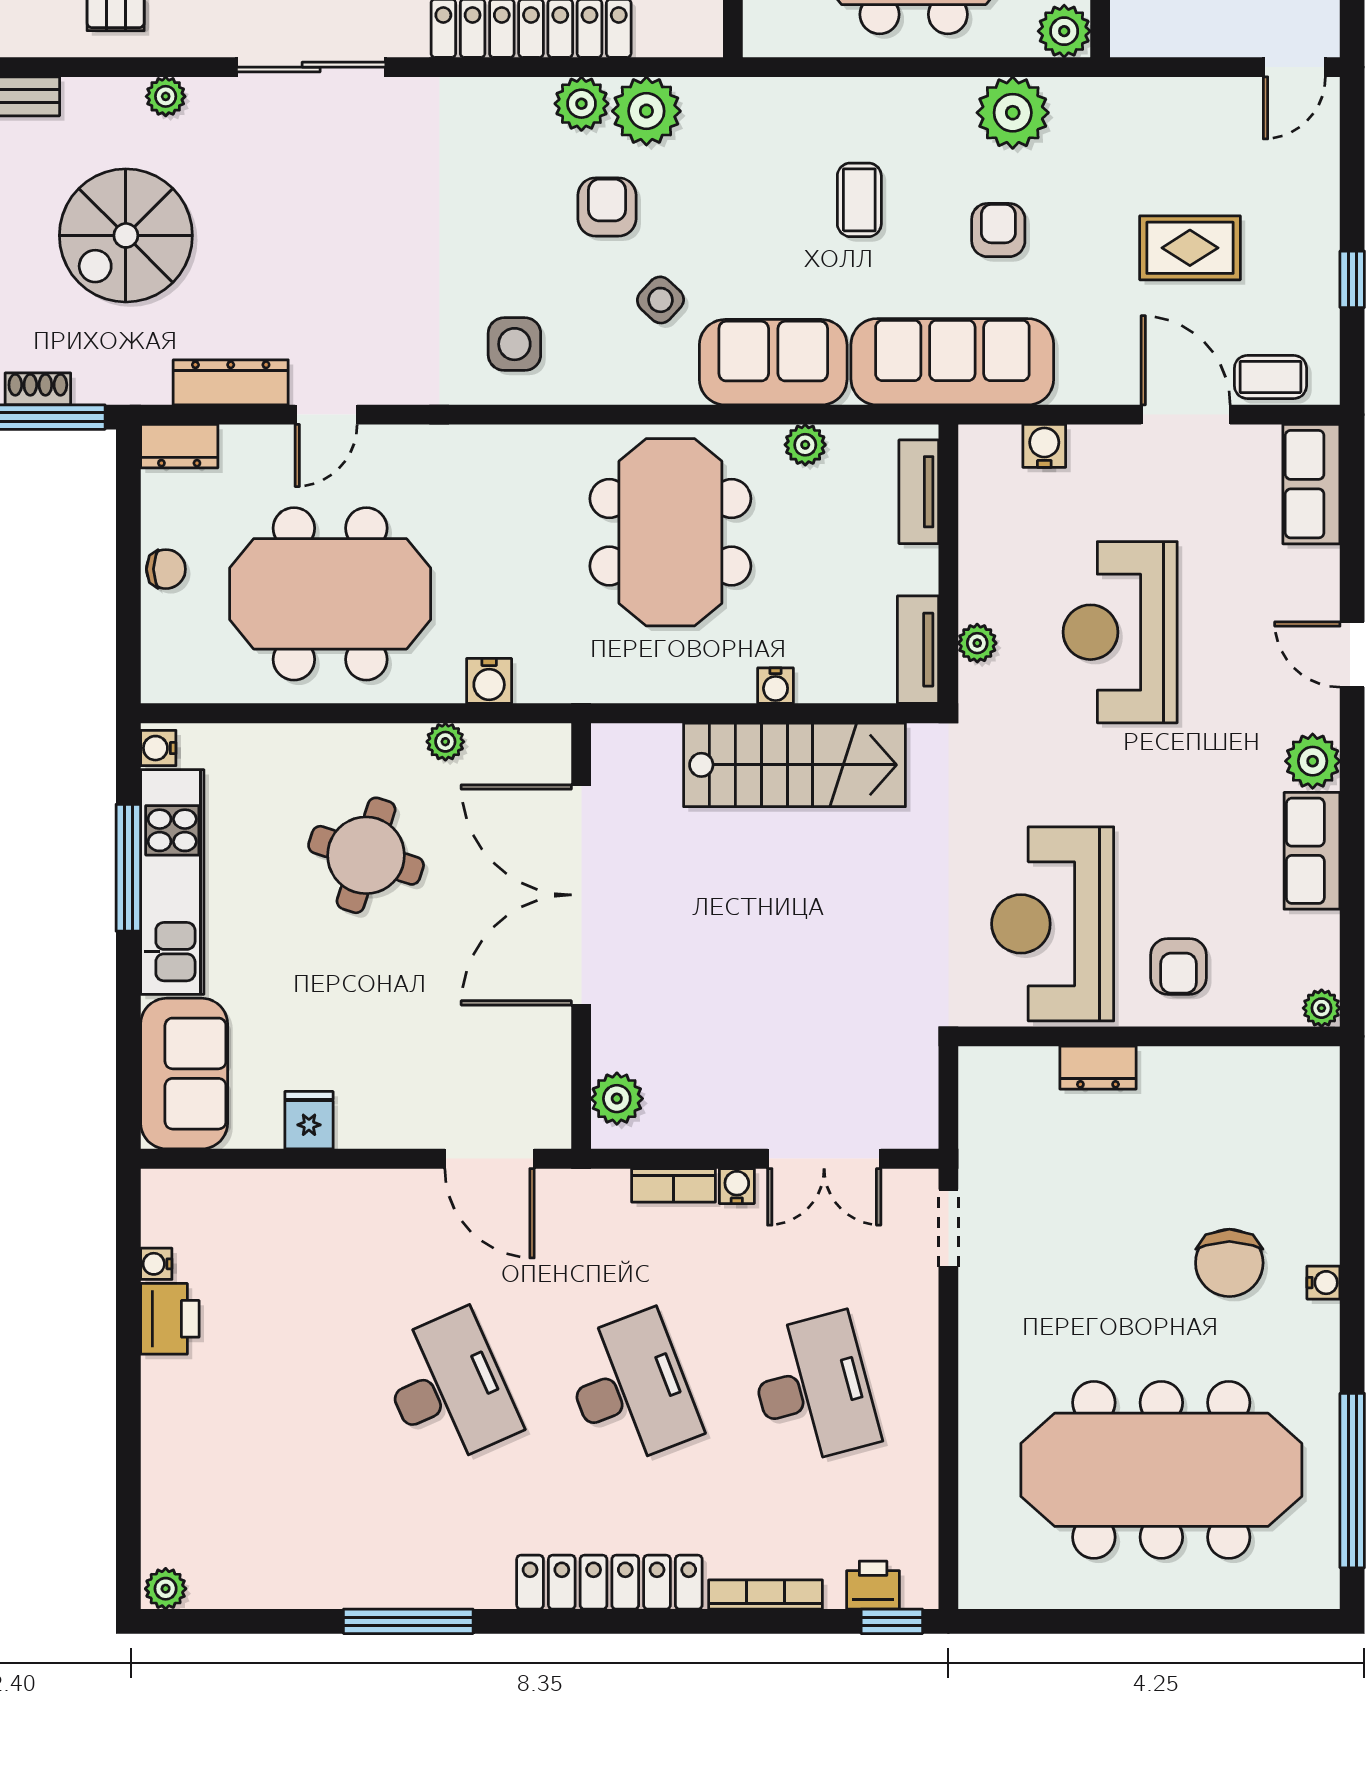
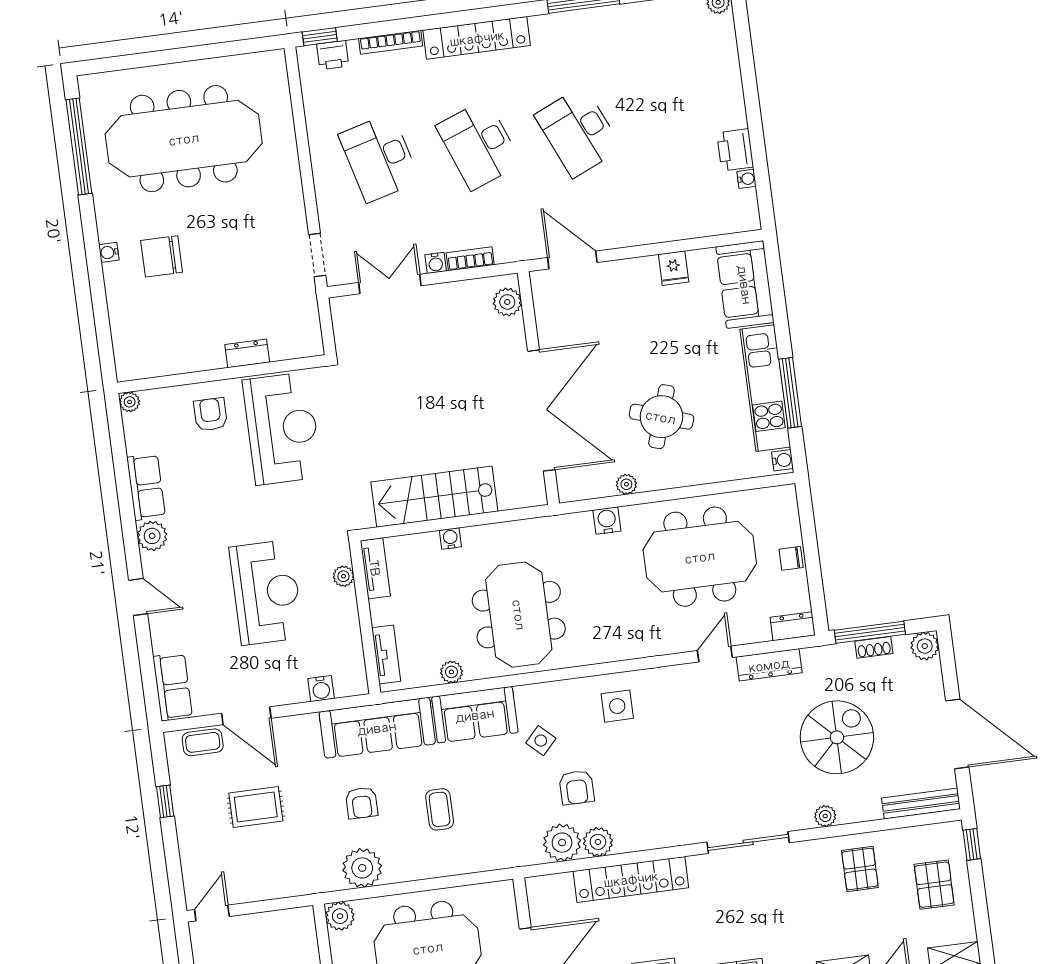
chair: (1229, 1263) -> (162, 256), turned -90

